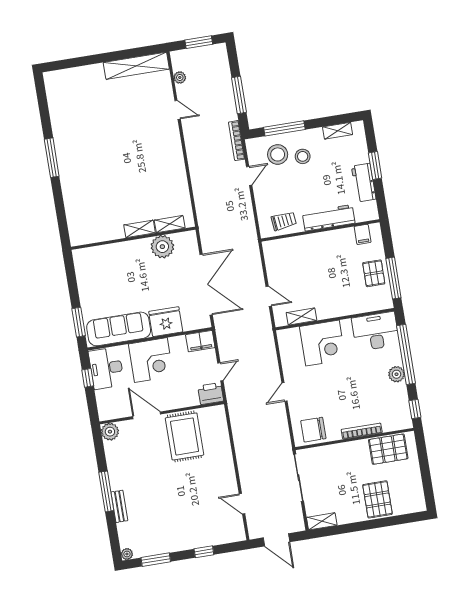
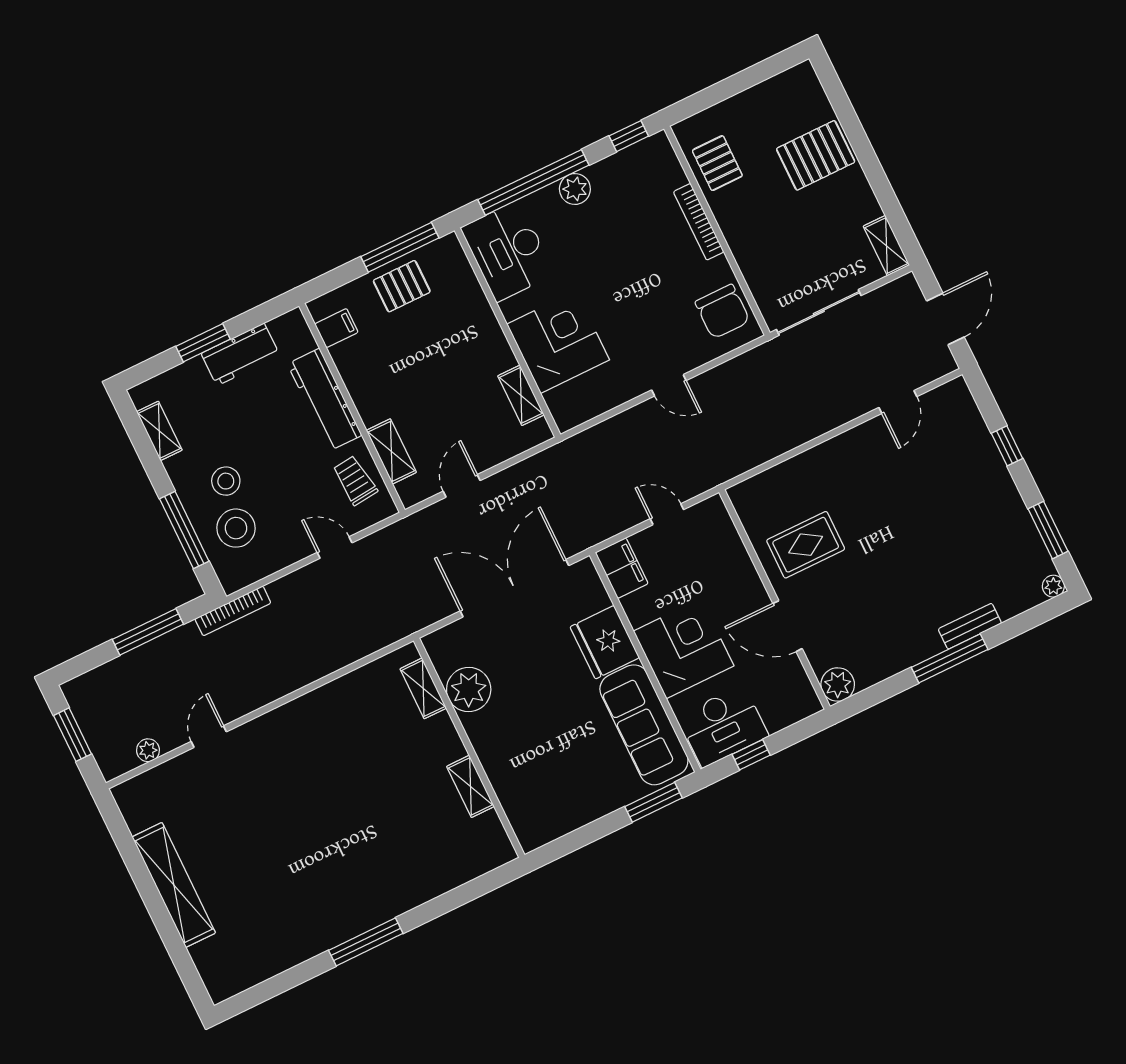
shelving: (136, 66) -> (174, 885), moved
door: (249, 176) -> (335, 548), moved
shelving: (140, 229) -> (470, 786), moved
shelving: (293, 243) -> (391, 451), added
door: (269, 296) -> (462, 486), moved
printer: (211, 394) -> (712, 520), removed
door: (147, 415) -> (787, 626), hinge flipped
rug: (185, 436) -> (806, 545), width x0.73, depth x0.70
pallet: (388, 449) -> (717, 163), width x0.67, depth x0.71

